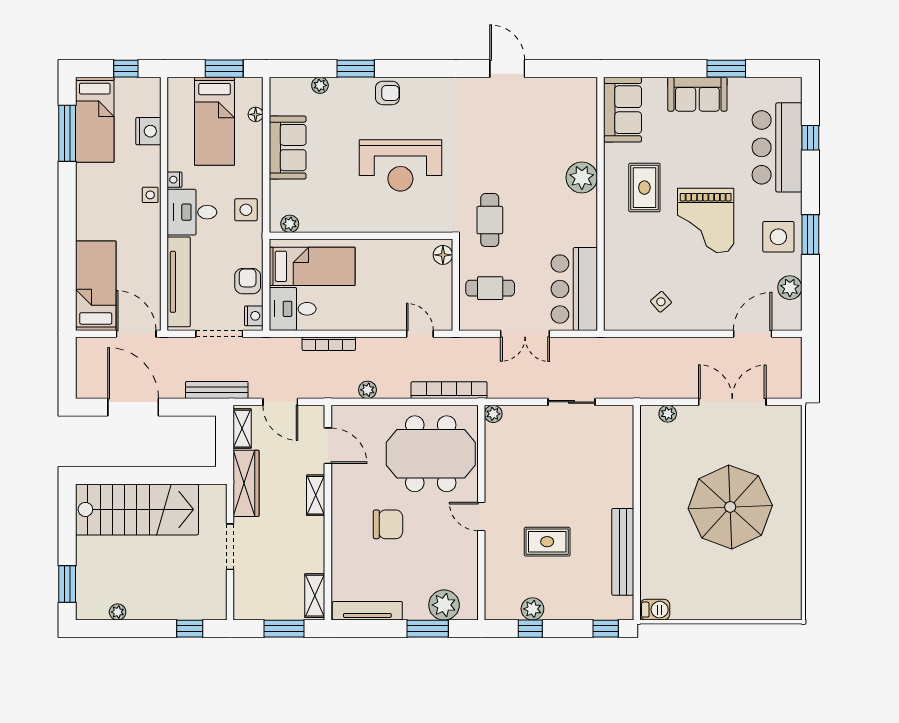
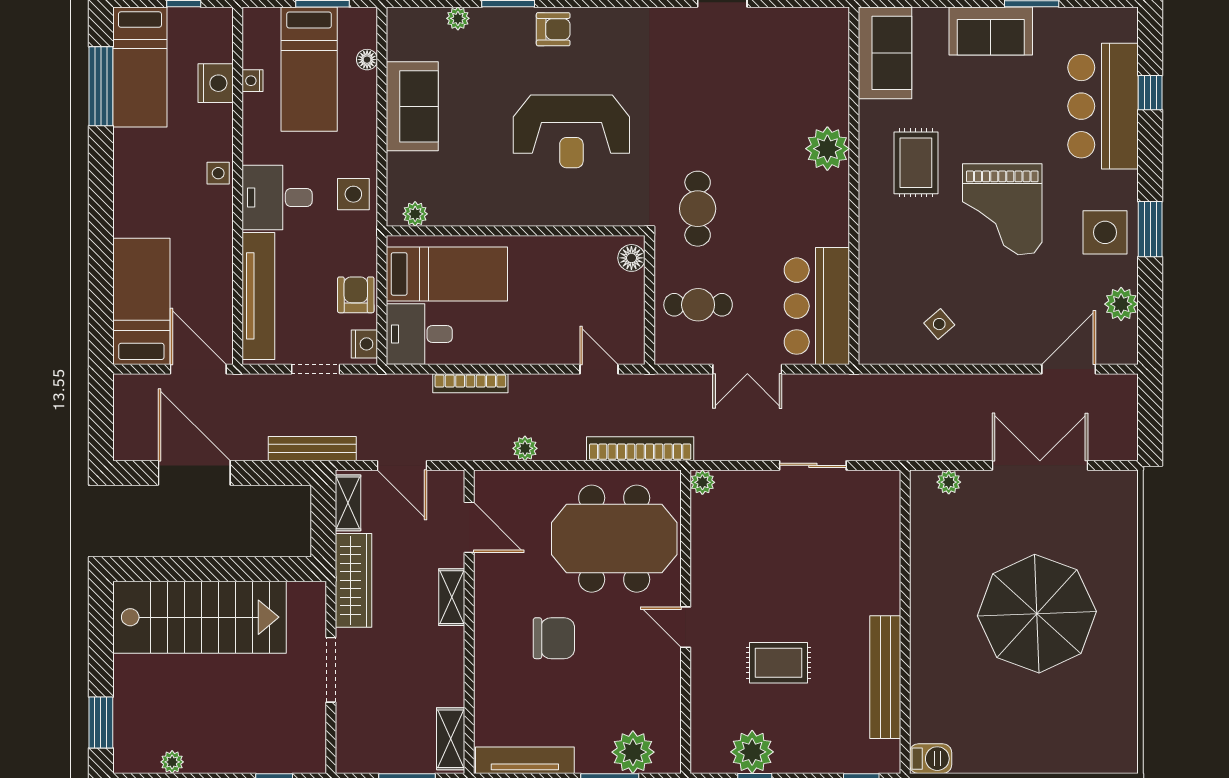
nightstand: (175, 180) -> (253, 81), moved
doorway: (219, 334) -> (316, 369), width x0.73
plant: (532, 609) -> (752, 752), width x1.36, depth x1.36

